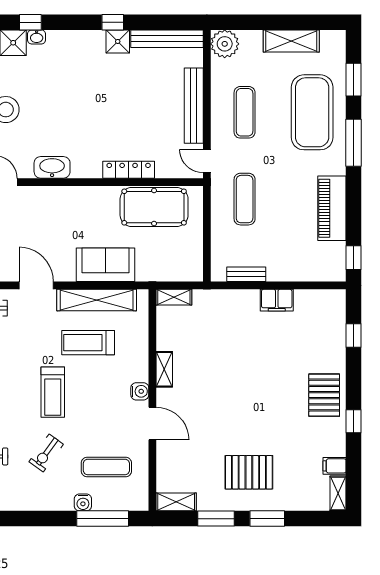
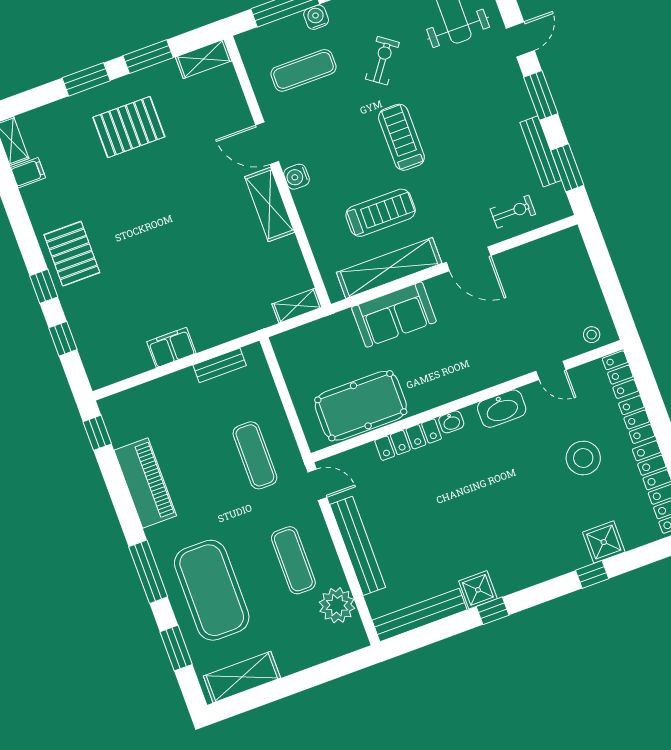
washbasin: (37, 37) -> (451, 422), moved, turned 180
shelving: (291, 41) -> (242, 677), moved
plant: (225, 44) -> (337, 605), moved
shelving: (164, 369) -> (270, 205), width x1.50, depth x1.33
window: (354, 421) -> (44, 286), moved

